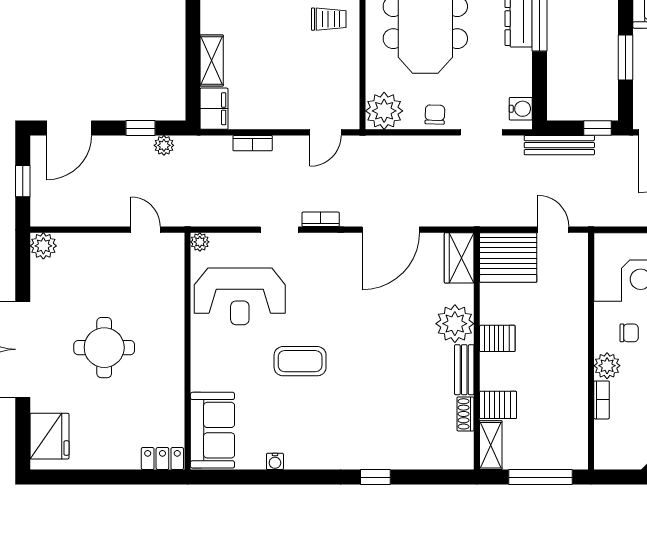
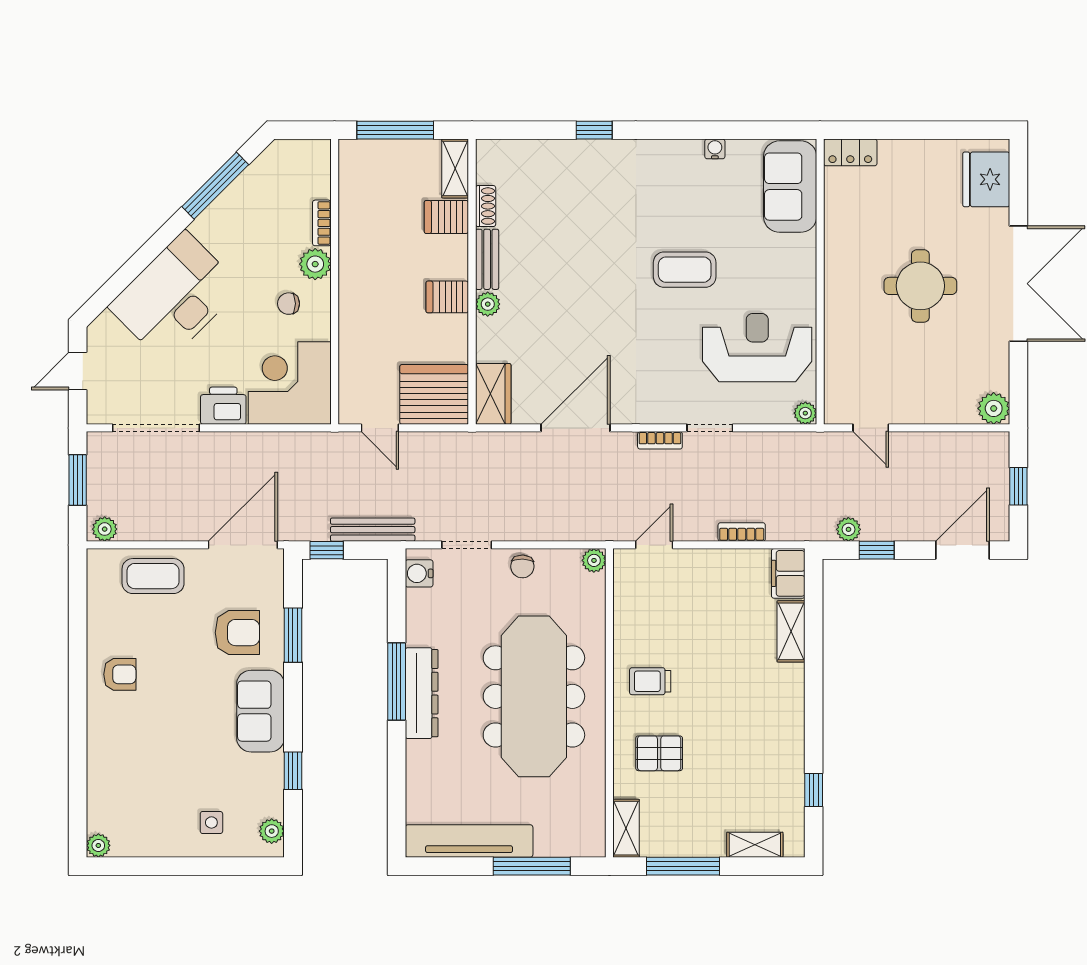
plant: (384, 111) -> (594, 560), width x0.53, depth x0.53
plant: (455, 324) -> (488, 304), width x0.53, depth x0.53

